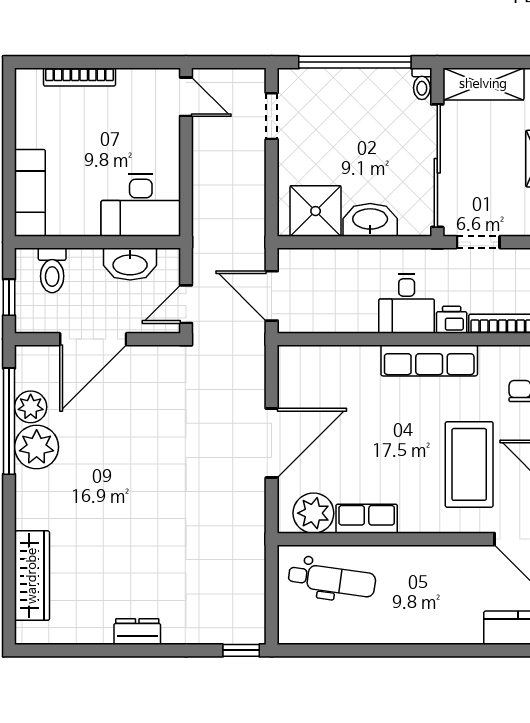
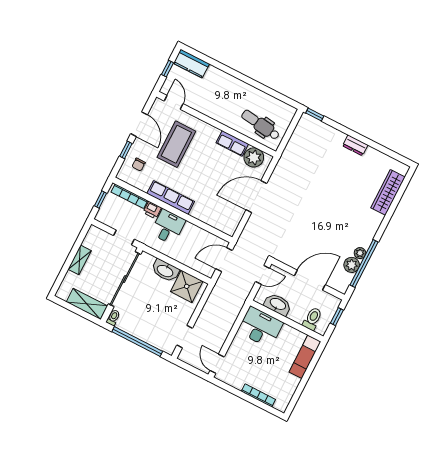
door: (272, 296) -> (224, 260), swing flipped
plant: (37, 447) -> (360, 253), width x0.53, depth x0.53

